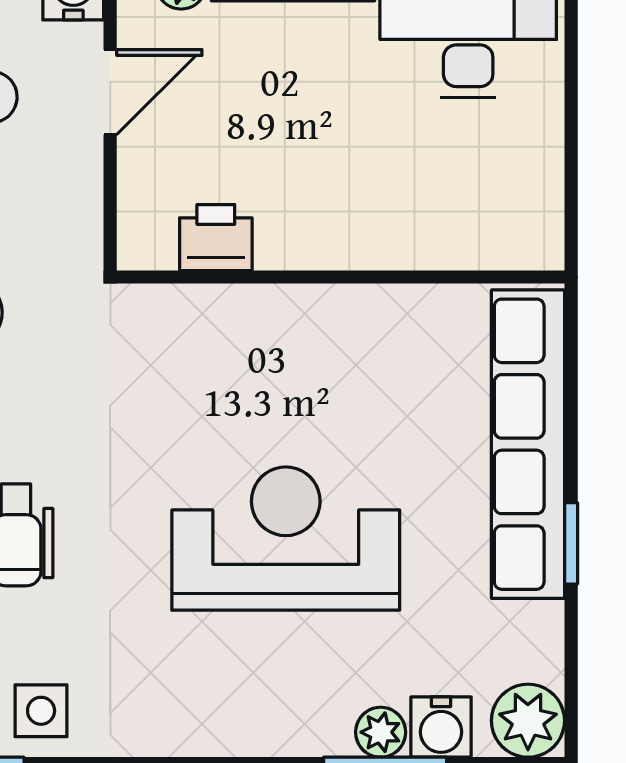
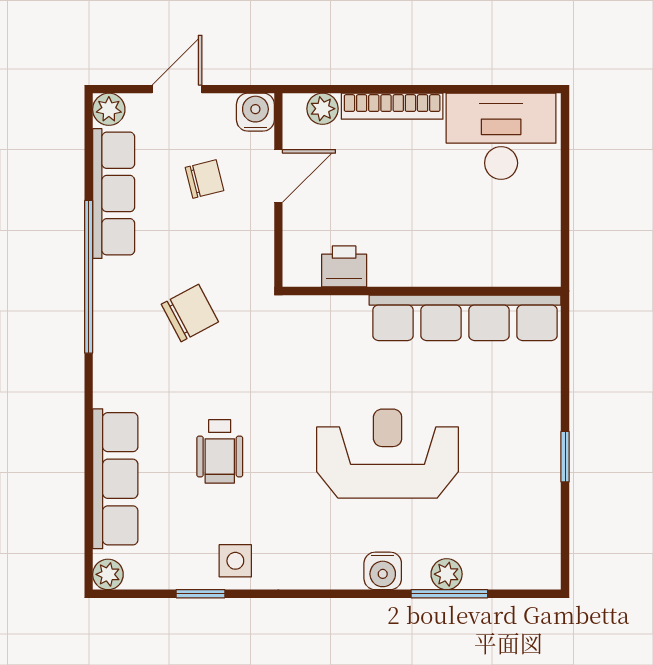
row of seats: (528, 444) -> (465, 318), moved, turned -90
plant: (528, 721) -> (538, 567), removed
water cooler: (441, 727) -> (383, 571), moved

